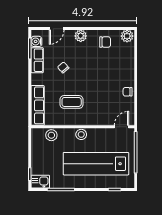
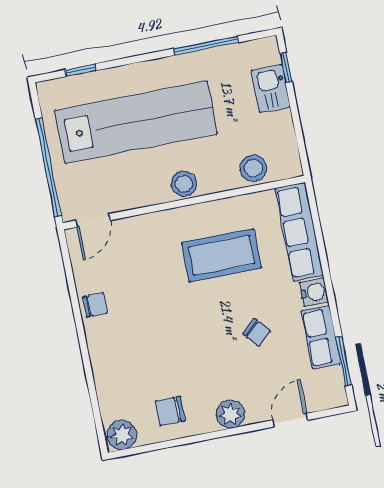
water cooler: (36, 41) -> (314, 292), moved
coffee table: (72, 102) -> (221, 255), width x1.36, depth x1.32
kitchen sink: (40, 182) -> (271, 89), moved, turned 90

